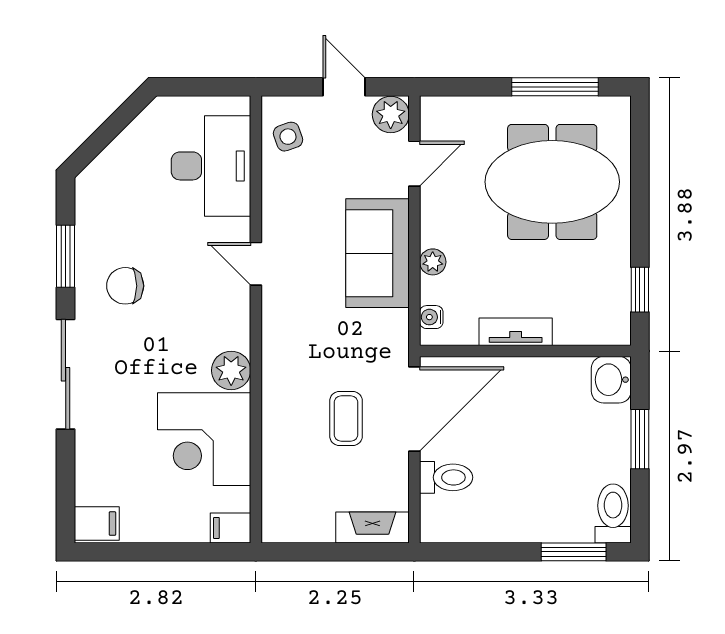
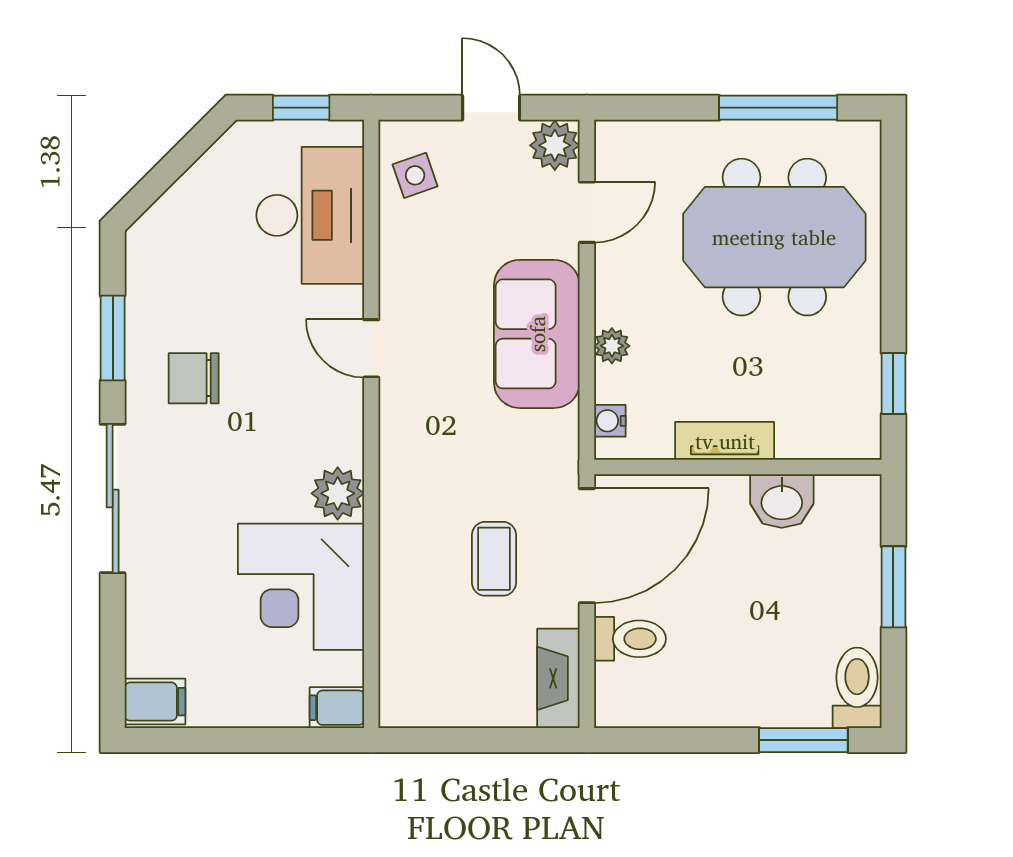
window: (204, 87) -> (301, 108), added
washbasin: (611, 380) -> (782, 501), moved, turned -90
fireplace: (372, 527) -> (558, 678), moved, turned -90

